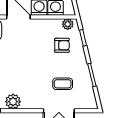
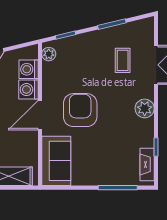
armchair: (62, 45) -> (80, 110), moved, width x1.88, depth x1.88
plant: (13, 102) -> (145, 108), moved

